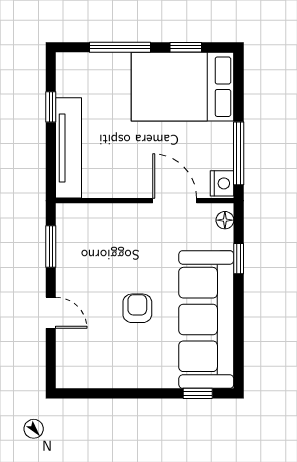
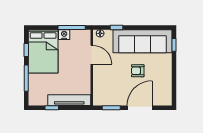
nightstand: (222, 183) -> (64, 35), moved
door: (175, 201) -> (92, 55), swing flipped
door: (51, 313) -> (140, 108), width x1.87

